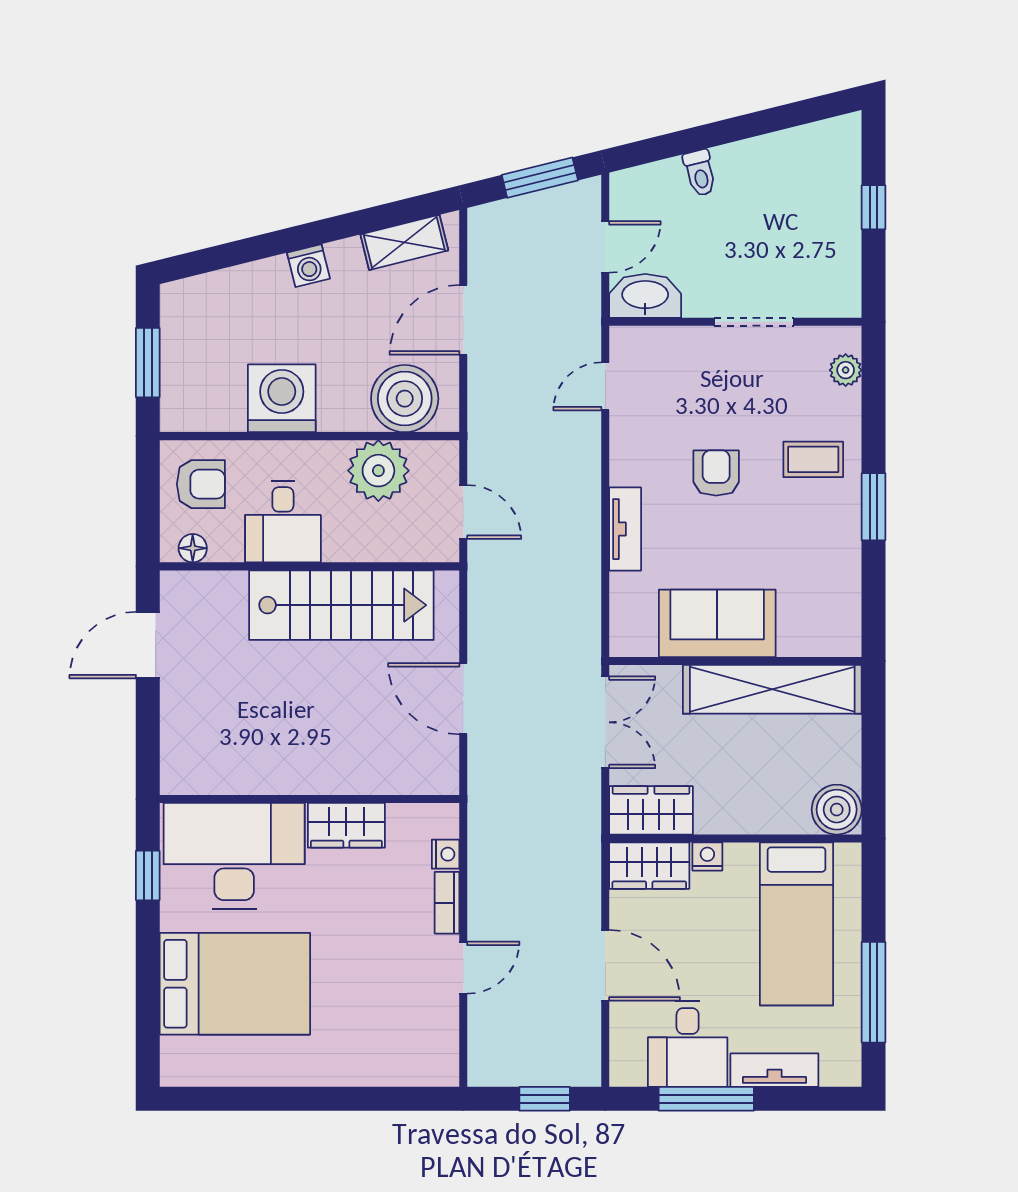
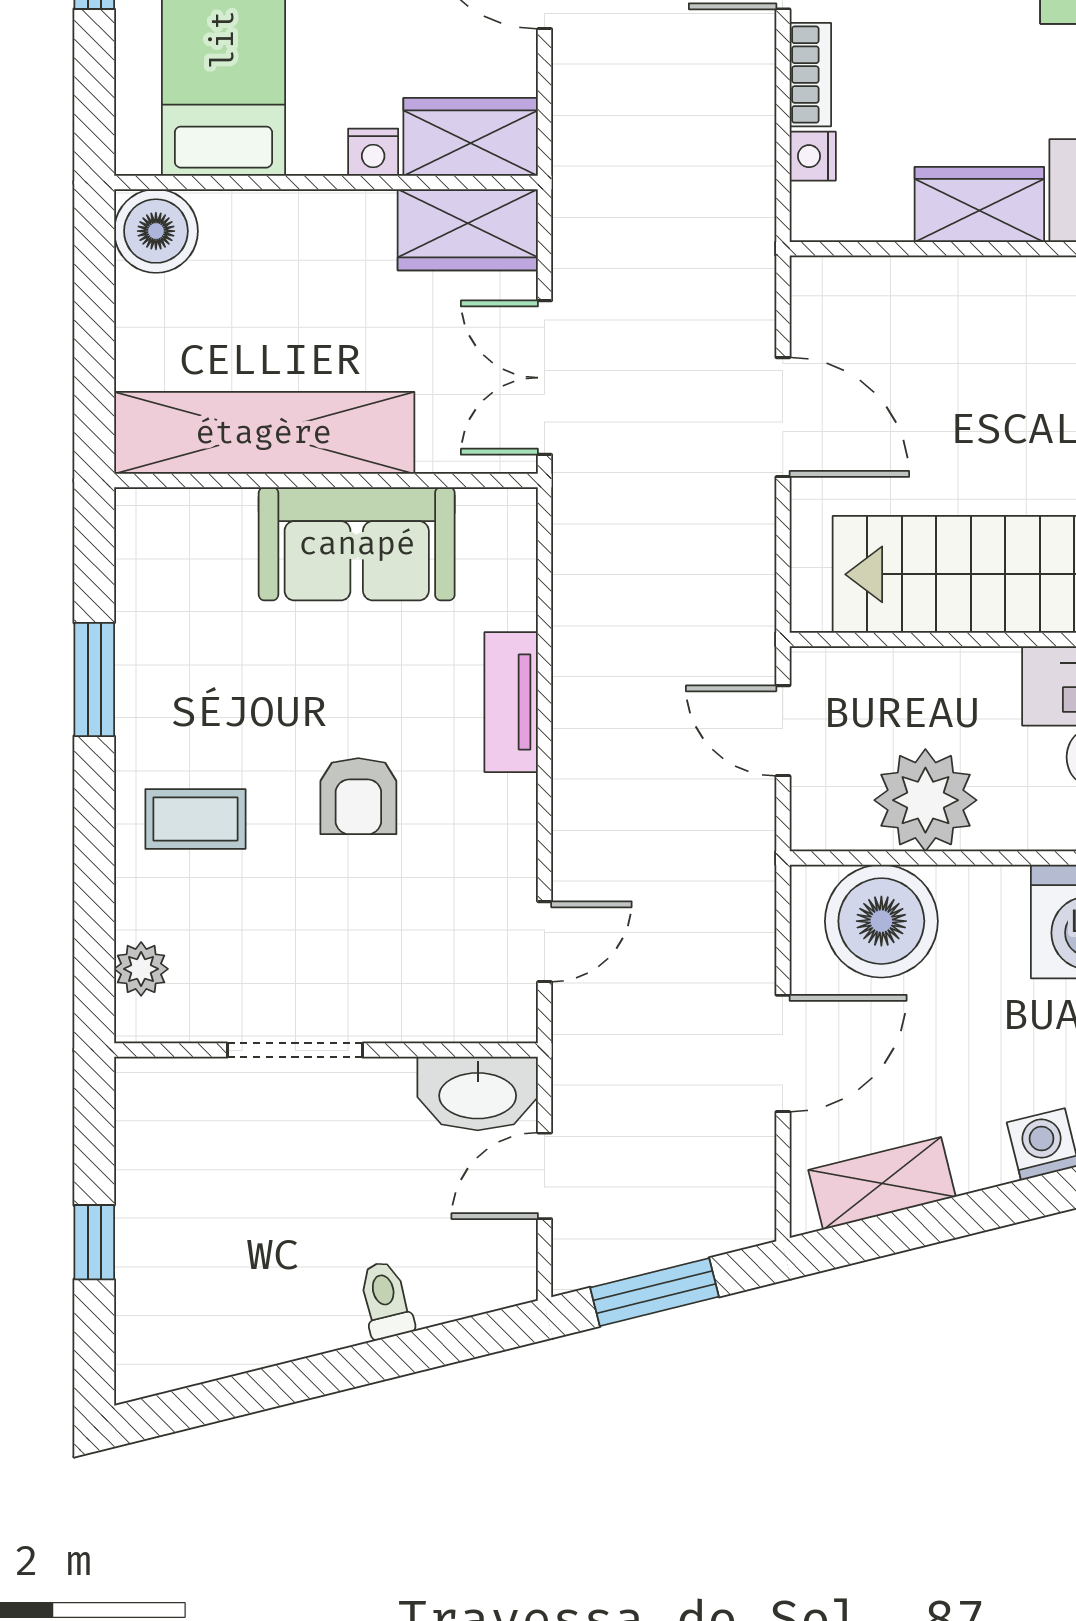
window: (874, 507) -> (94, 679), moved

